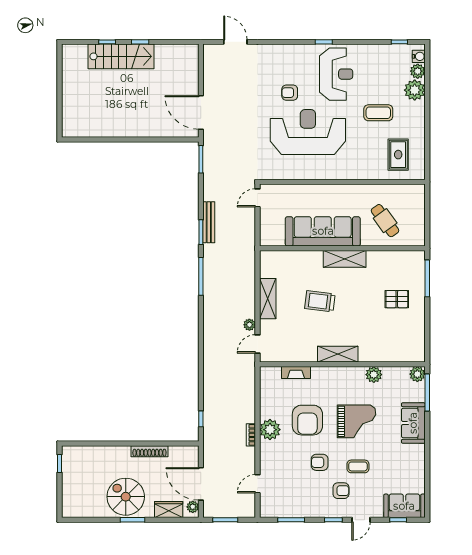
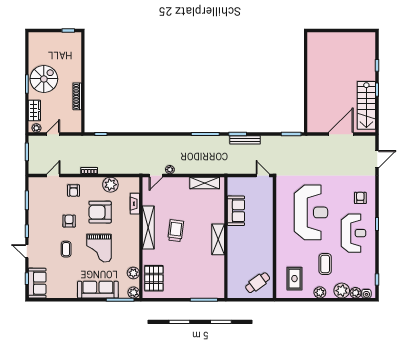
stairs: (121, 56) -> (366, 105), moved
reception desk: (336, 74) -> (353, 233), turned -90
armchair: (290, 93) -> (360, 198), moved
door: (201, 112) -> (341, 134), moved
plant: (417, 120) -> (320, 292), added
rug: (398, 155) -> (294, 279), turned 90
cafe table: (385, 221) -> (258, 283), moved
sofa: (323, 231) -> (236, 211), width x0.54, depth x0.79
shelving: (268, 299) -> (205, 183), moved
pallet: (397, 299) -> (154, 278), moved, width x1.50, depth x1.42
trolley: (320, 301) -> (176, 231), moved
door: (257, 344) -> (156, 175), swing flipped
shelving: (338, 354) -> (148, 227), width x1.47
plant: (374, 375) -> (133, 273), moved
sofa: (413, 423) -> (98, 290), width x1.36
plant: (270, 430) -> (110, 185), moved
door: (201, 484) -> (53, 134), width x0.53
door: (257, 484) -> (53, 175), hinge flipped
armchair: (341, 491) -> (74, 191), moved

